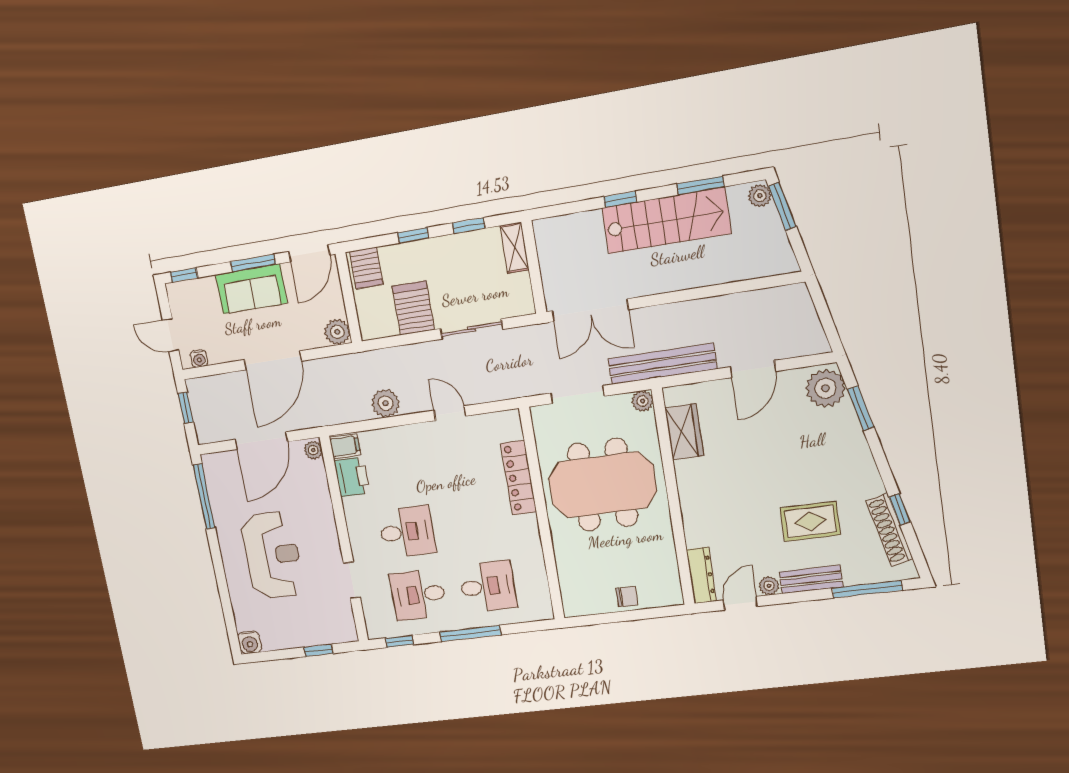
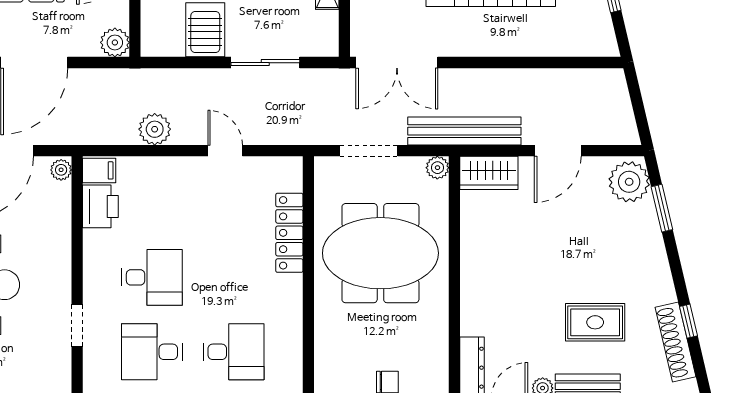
wardrobe: (684, 432) -> (489, 173), moved, turned 90

